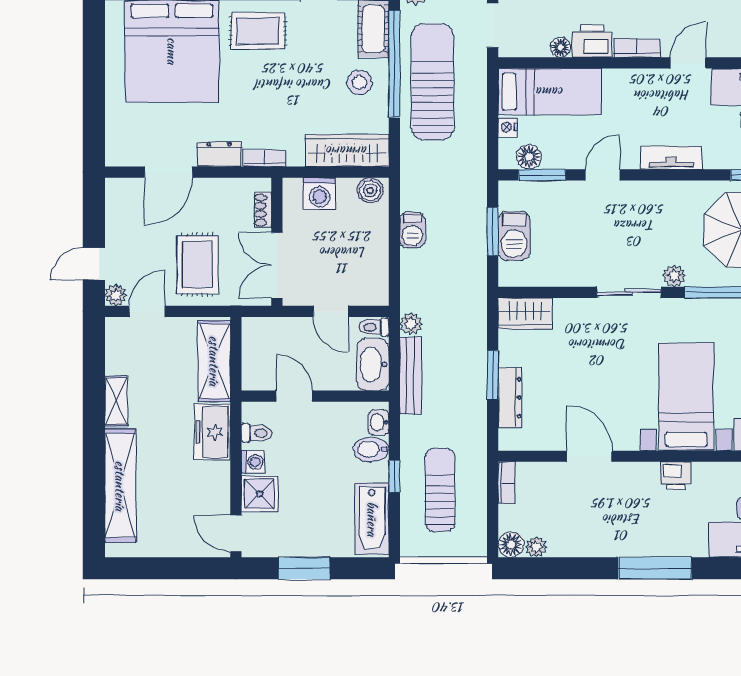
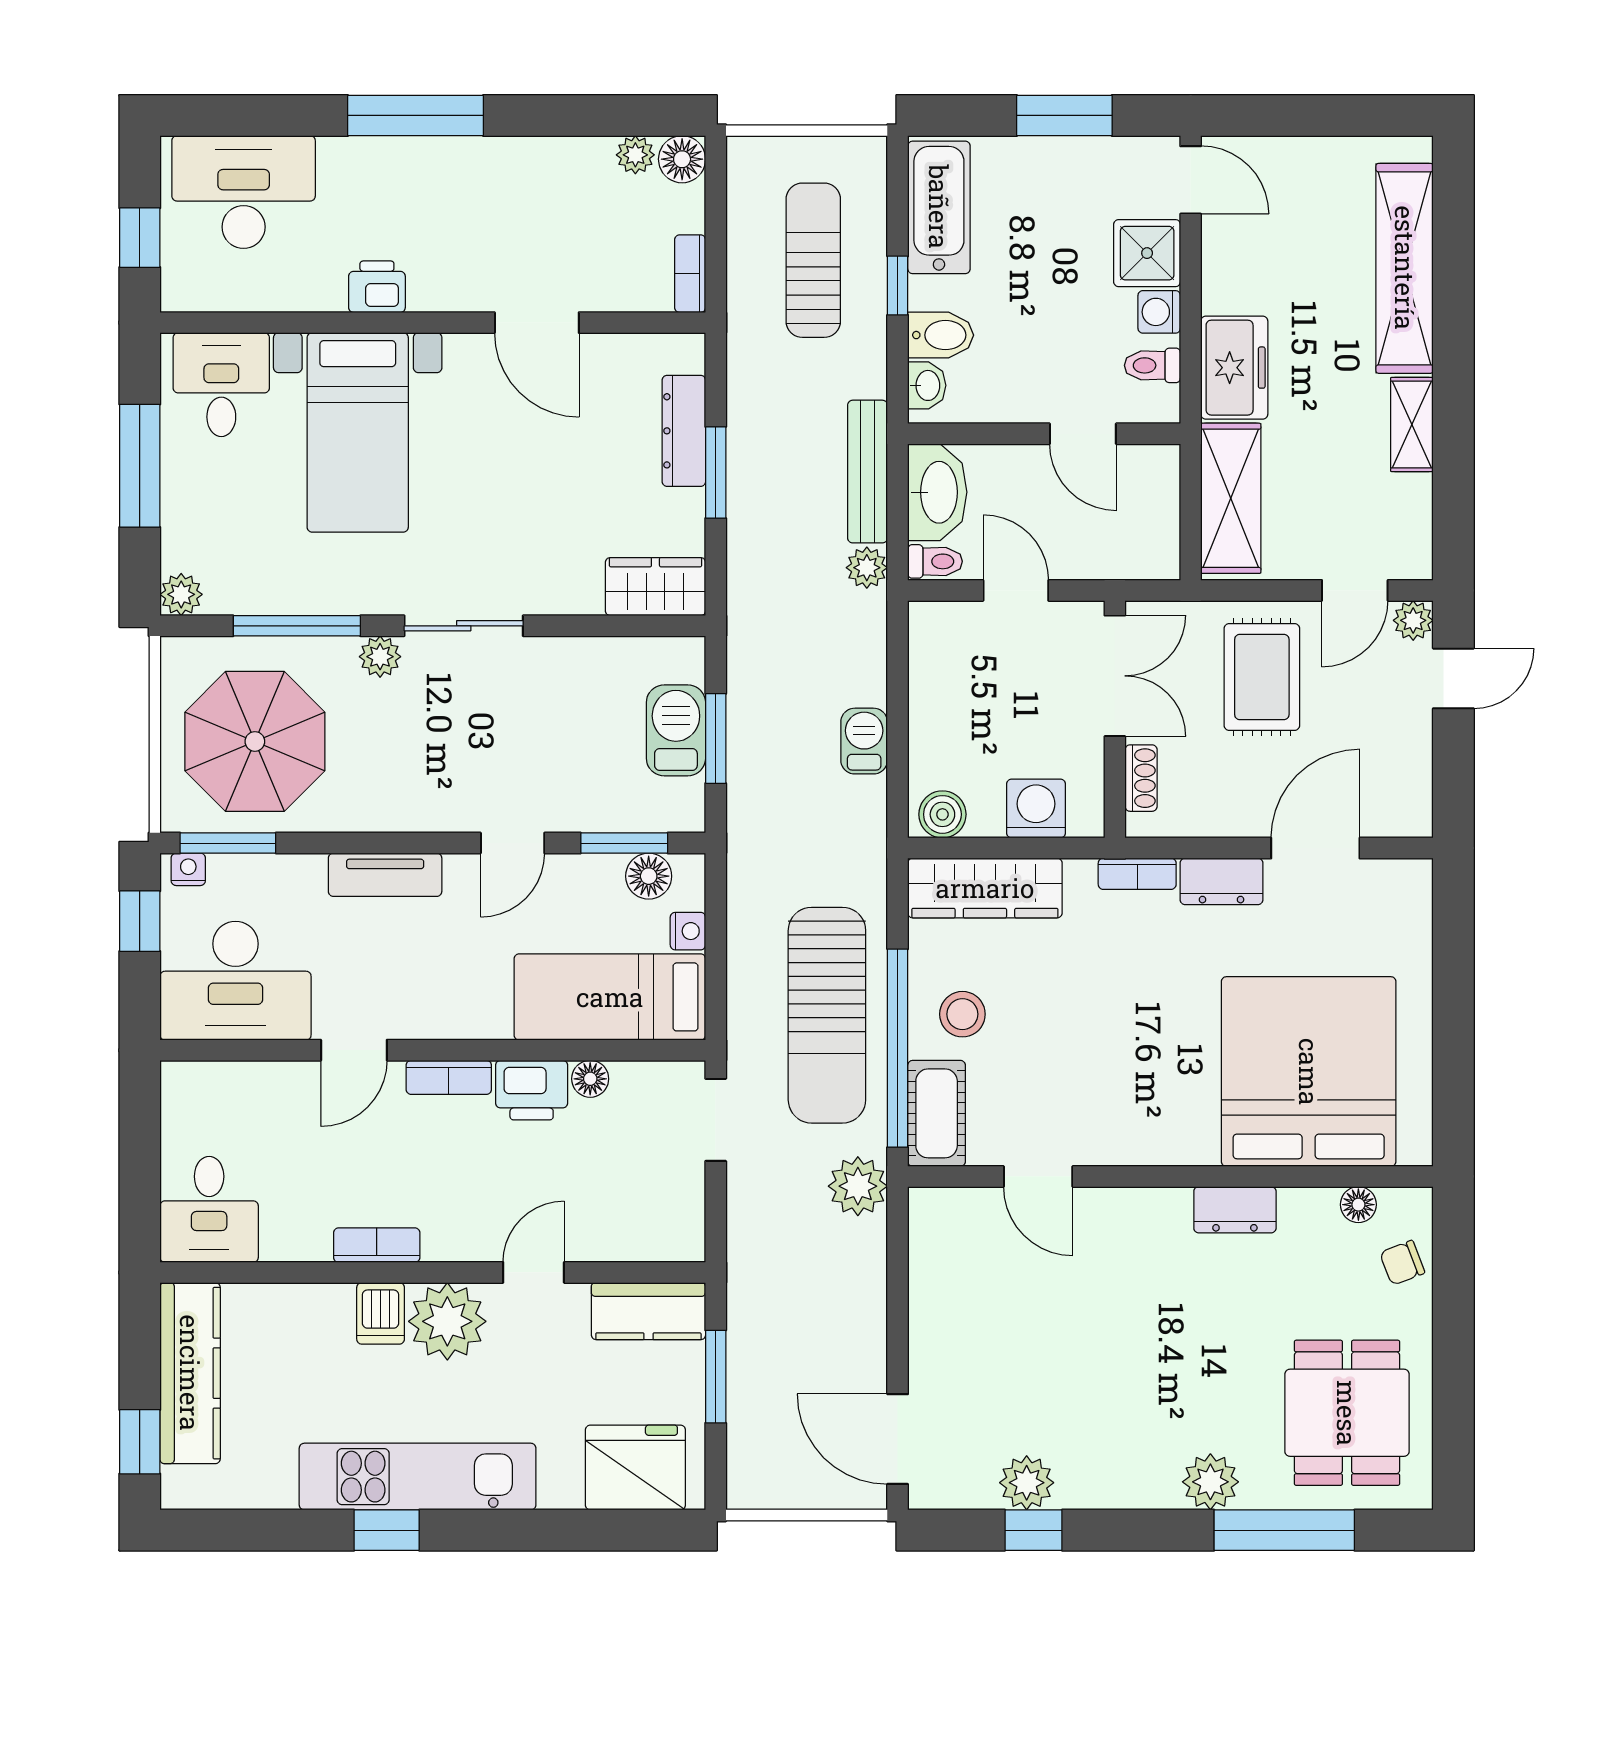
rug: (258, 31) -> (1150, 1109), removed
sun lounger: (440, 490) -> (813, 260), turned 180

